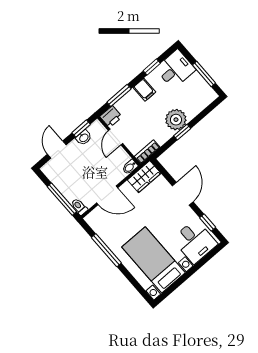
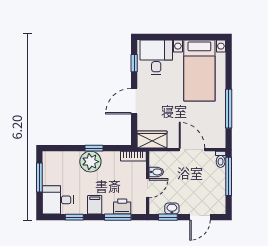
printer: (111, 117) -> (122, 206), moved
bidet: (130, 167) -> (156, 172), moved

